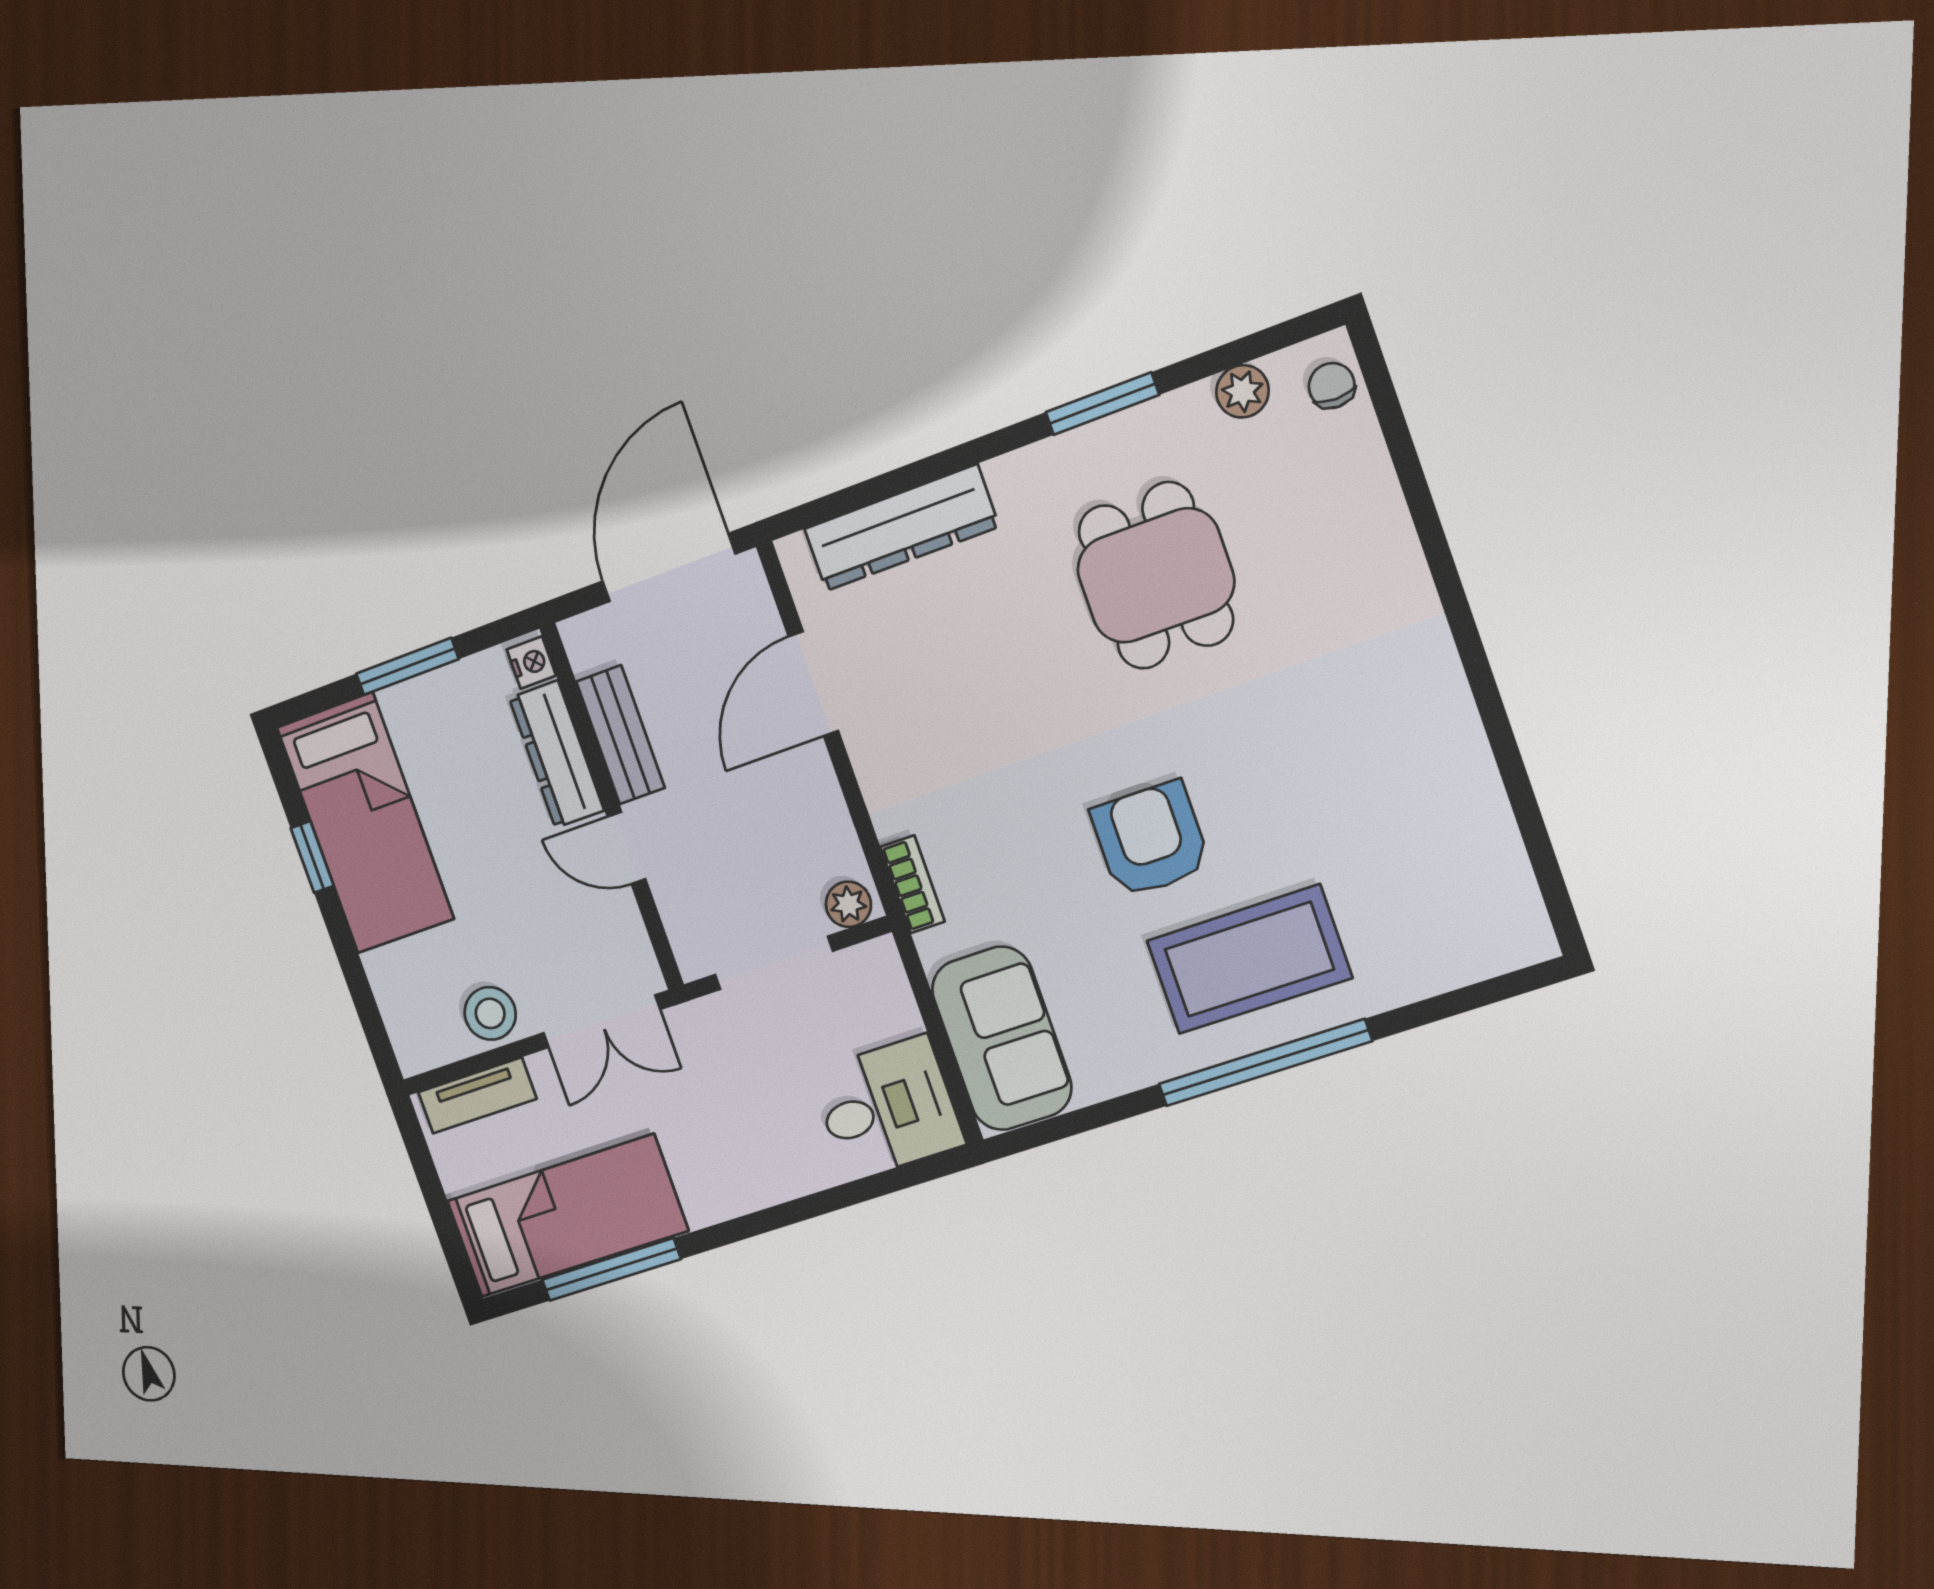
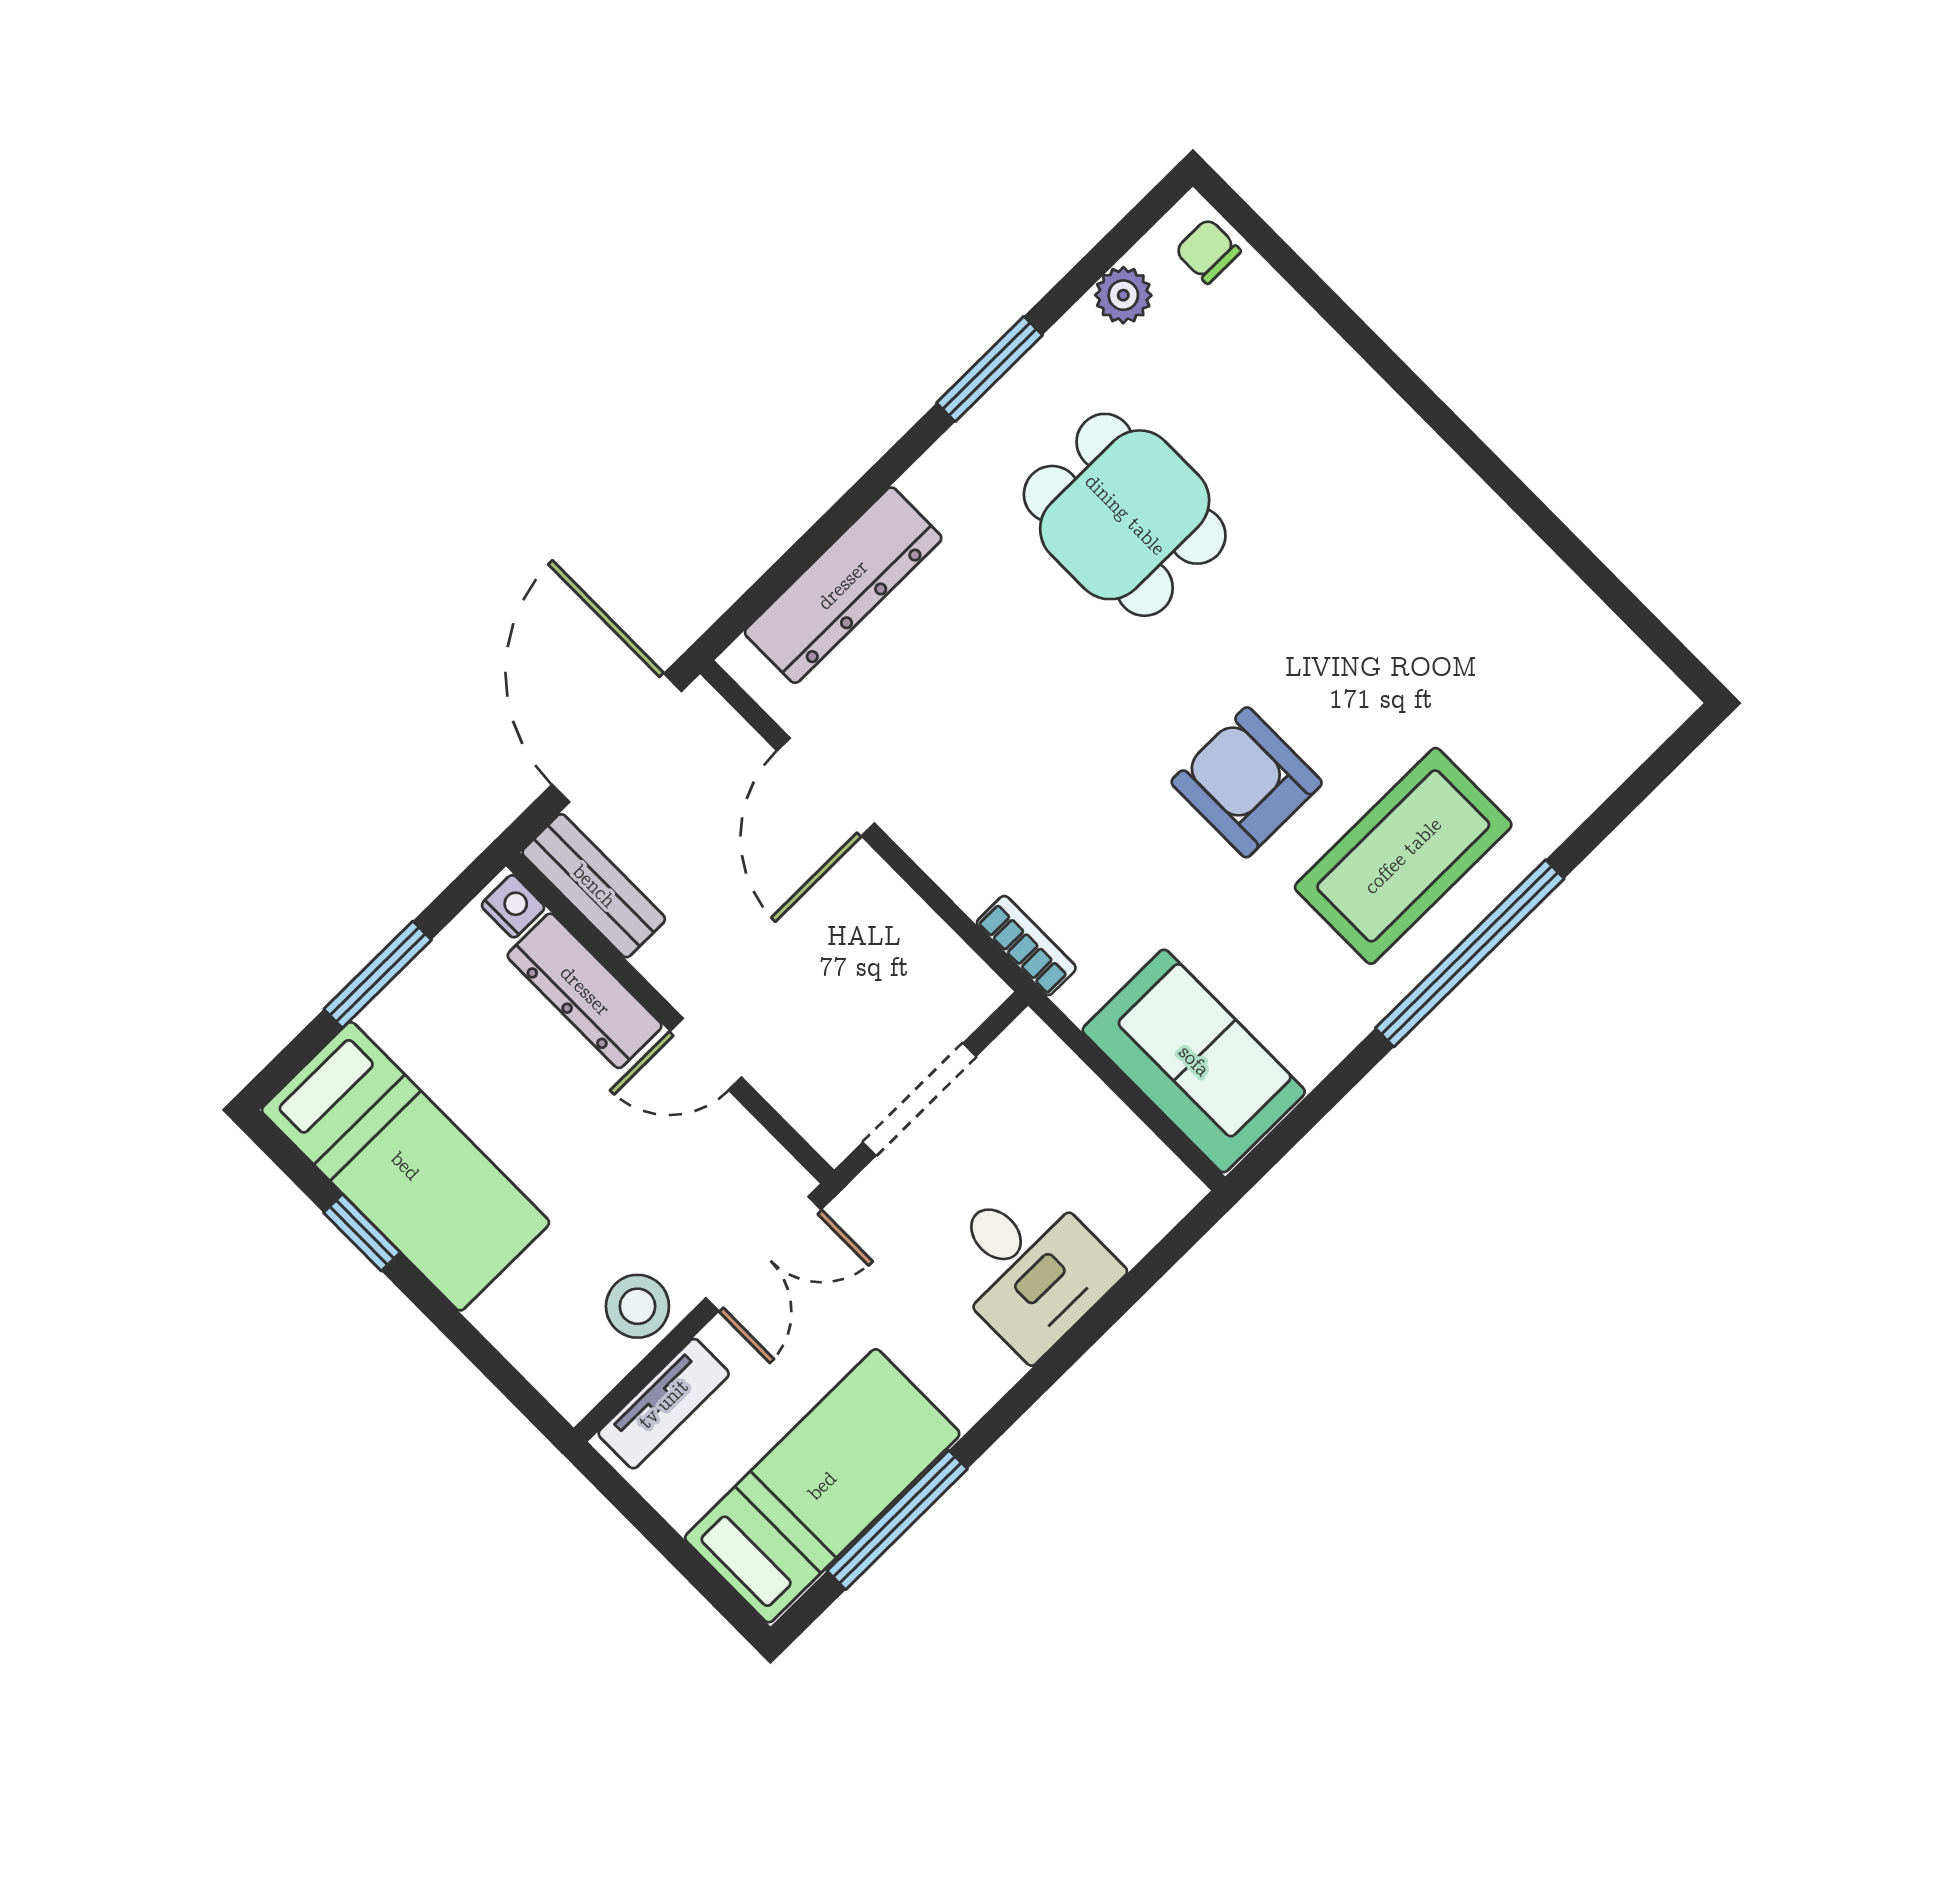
bench: (620, 735) -> (594, 886), moved
plant: (848, 904) -> (969, 999), removed
desk: (887, 1108) -> (1028, 1267), moved, turned 90

